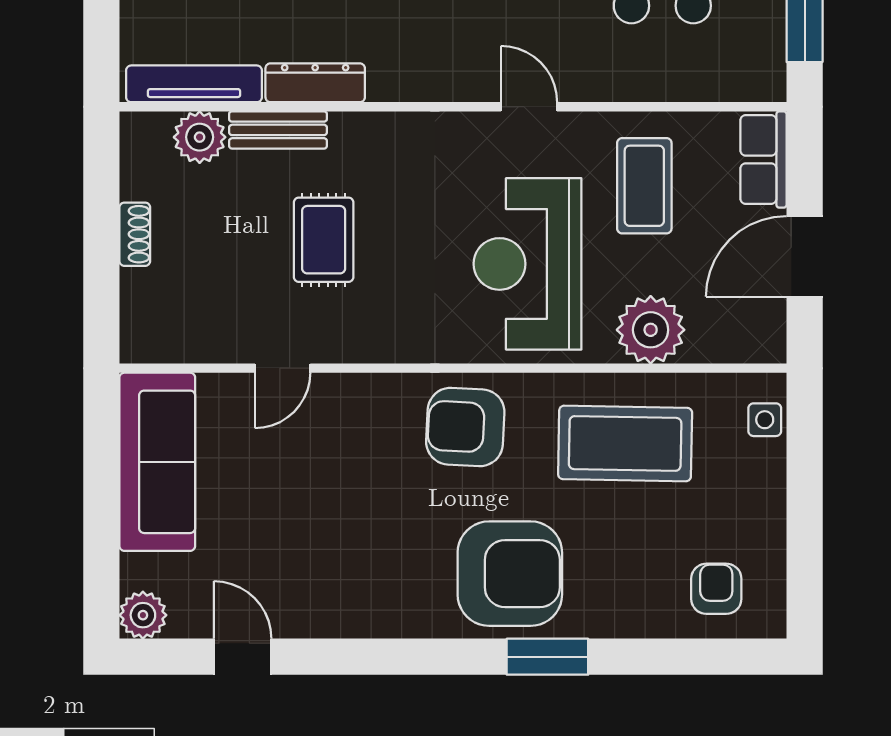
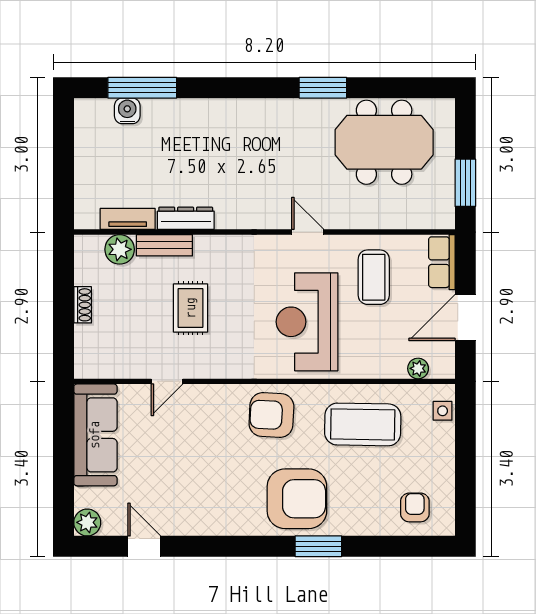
tv unit: (194, 84) -> (128, 219), width x0.71
plant: (651, 330) -> (418, 368), moved, width x0.53, depth x0.53

